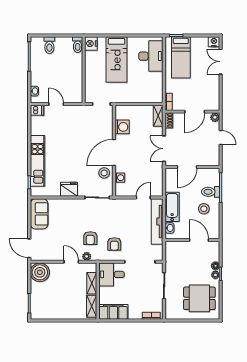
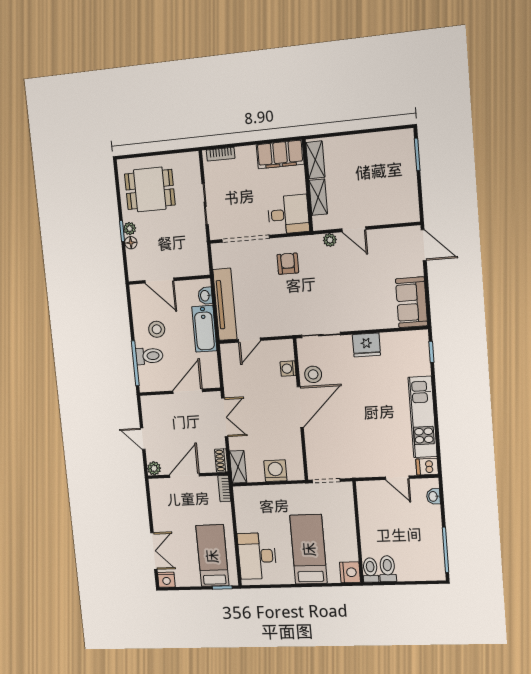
toilet: (49, 45) -> (387, 569), moved
washing machine: (122, 127) -> (275, 471), moved, turned 90
kitchen unit: (38, 161) -> (423, 417), moved
armchair: (90, 238) -> (326, 270), removed
boiler: (40, 272) -> (403, 207), removed

